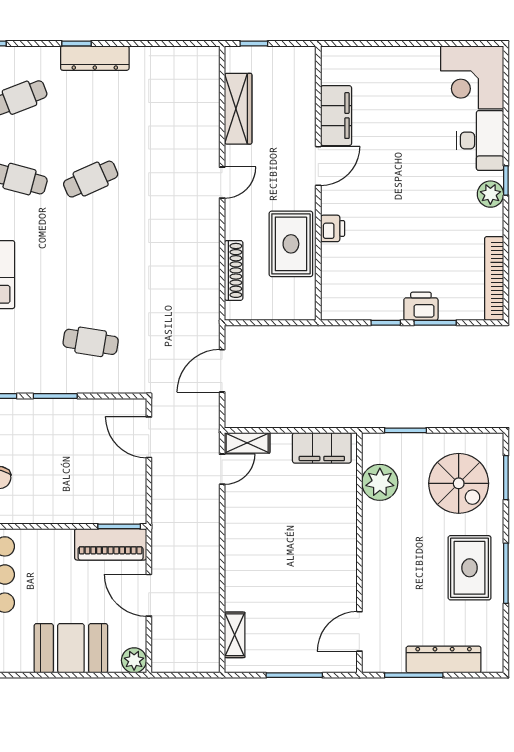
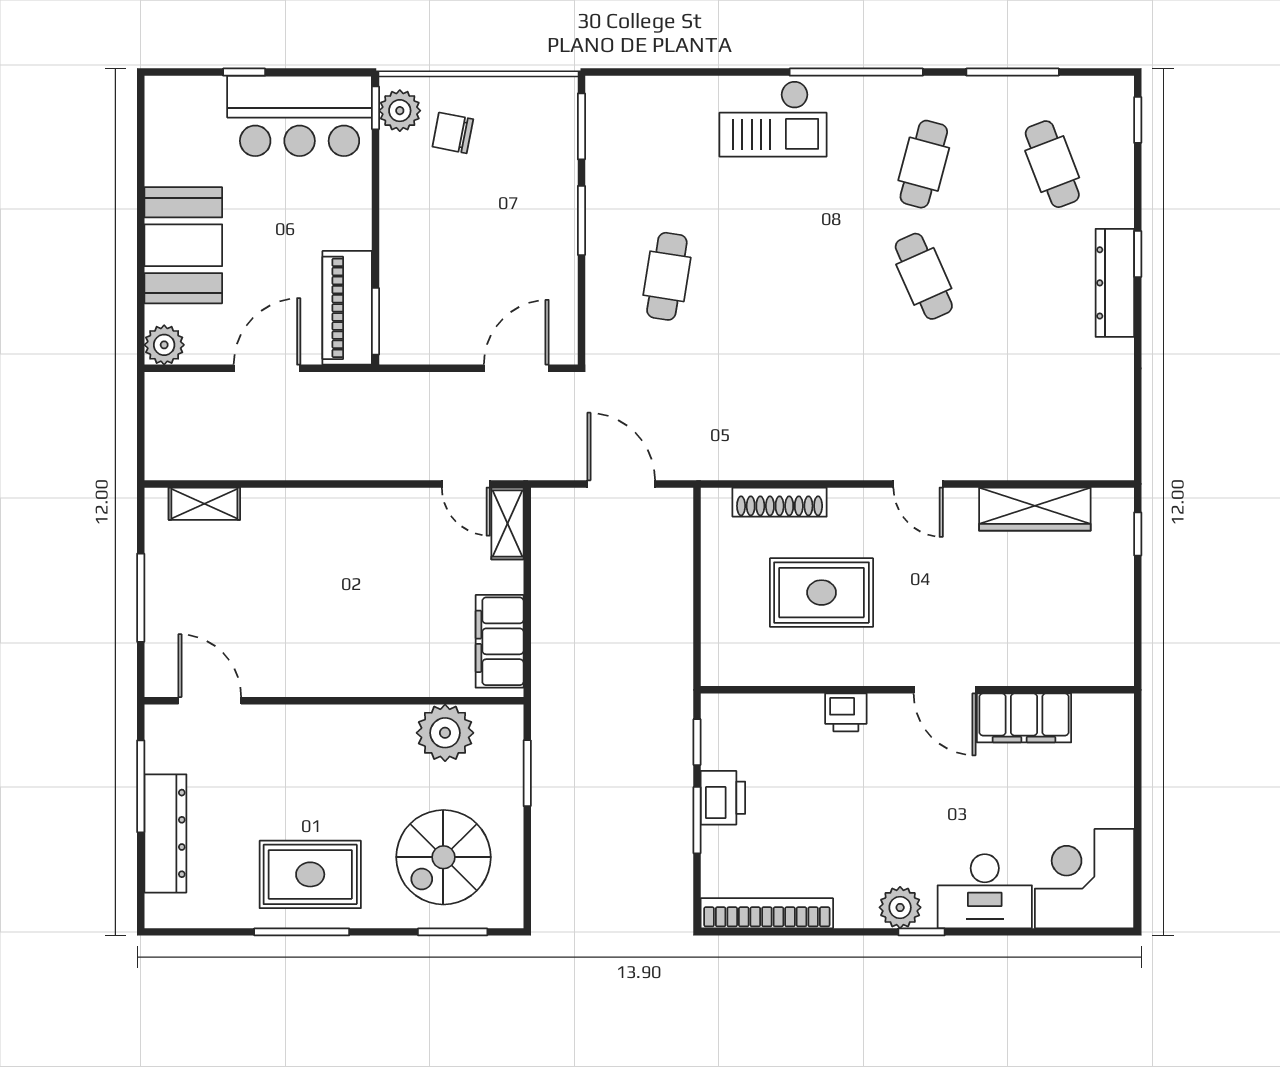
filing cabinet: (336, 116) -> (1024, 718), moved
door: (318, 166) -> (945, 690), moved
wall: (318, 183) -> (917, 690), moved
printer: (333, 228) -> (846, 712), moved

